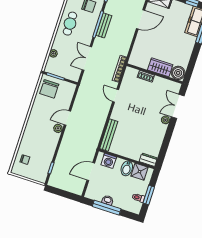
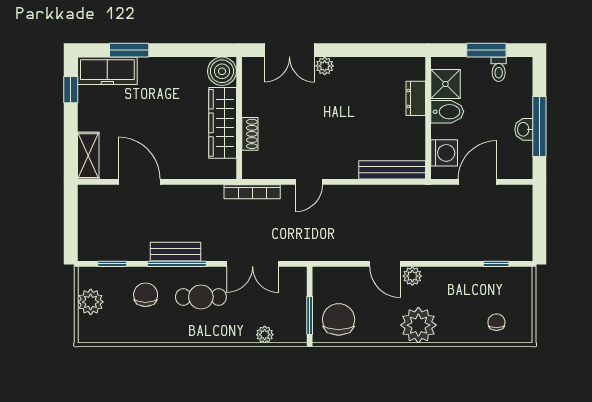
cafe table: (70, 24) -> (201, 297), moved
wardrobe: (160, 67) -> (223, 123), width x1.50
chair: (49, 89) -> (339, 319), turned -90
plant: (35, 124) -> (418, 325), added
dresser: (148, 160) -> (416, 98), moved
door: (91, 172) -> (477, 182), swing flipped

